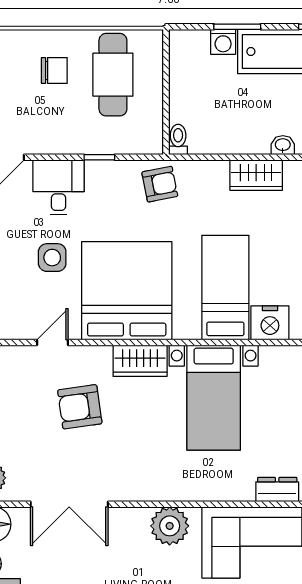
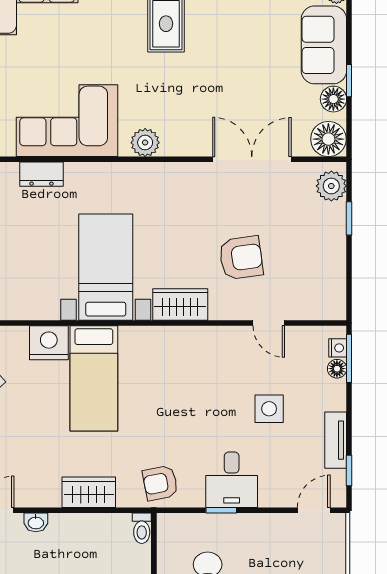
wardrobe: (256, 175) -> (89, 492), moved
desk: (58, 187) -> (232, 480), moved
bed: (127, 291) -> (194, 375), removed
door: (53, 342) -> (269, 323), hinge flipped
plant: (170, 526) -> (145, 143), width x0.73, depth x0.73

